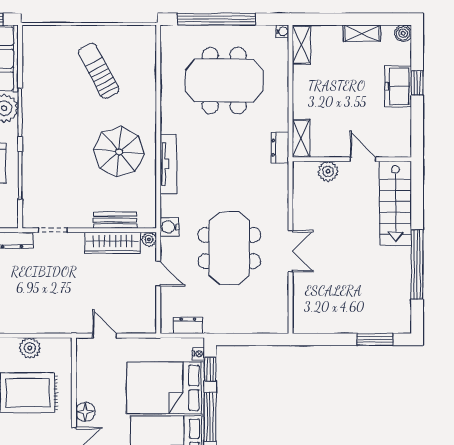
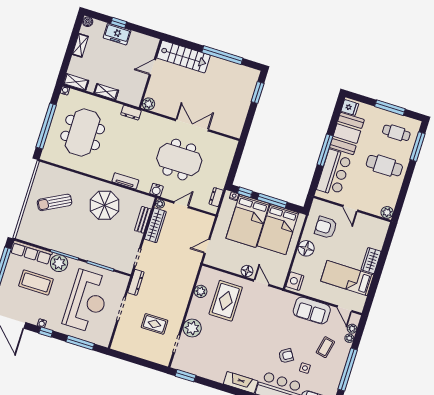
shelving: (301, 138) -> (106, 92), moved
tv unit: (168, 164) -> (125, 181), width x0.71
plant: (328, 171) -> (148, 104), moved
double door: (291, 251) -> (192, 125), width x1.37

